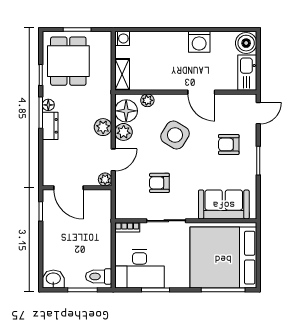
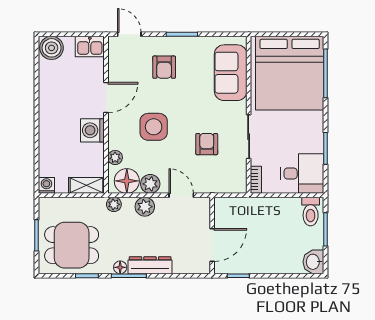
washing machine: (199, 42) -> (92, 130), moved, turned 180
kitchen sink: (247, 73) -> (90, 47), width x0.73
dresser: (50, 126) -> (150, 265), width x1.44
side table: (175, 135) -> (154, 127), turned -32
plant: (105, 179) -> (114, 204), moved
armchair: (159, 183) -> (207, 144), turned 180
desk: (140, 269) -> (302, 174), width x0.73

